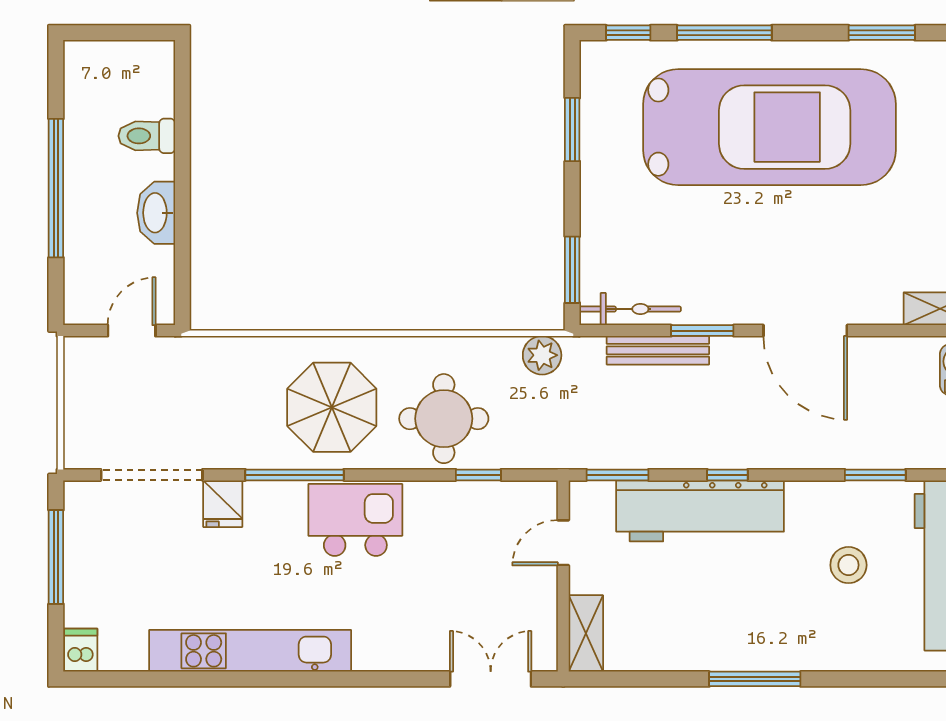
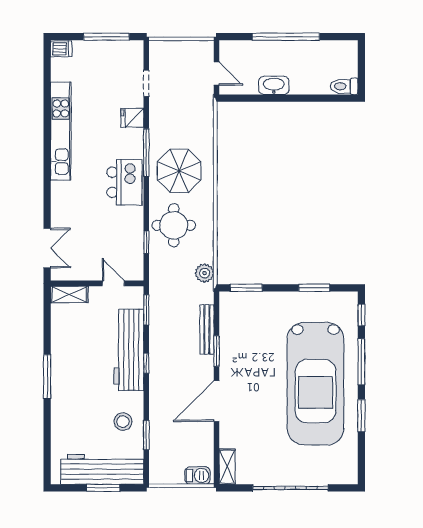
window: (882, 33) -> (361, 416), moved
toilet: (147, 136) -> (344, 86), moved, turned -90
bicycle: (630, 309) -> (227, 316), removed
doorway: (152, 475) -> (146, 83), width x0.53
stool: (848, 565) -> (123, 422), moved

